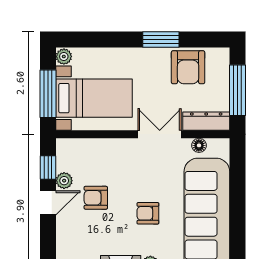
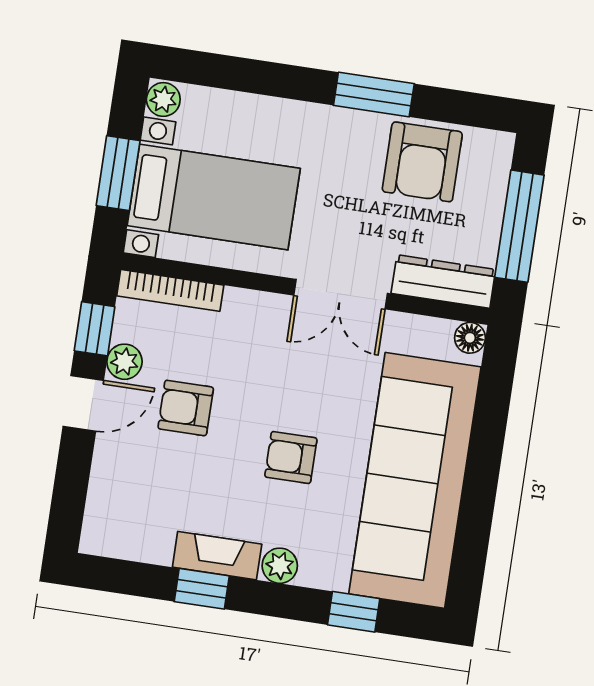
window: (48, 94) -> (118, 173), width x0.69
double door: (160, 134) -> (341, 294), swing flipped
bookcase: (80, 144) -> (170, 290), added
floor lamp: (199, 145) -> (470, 338), moved

